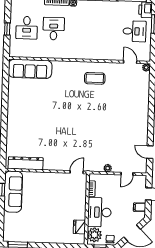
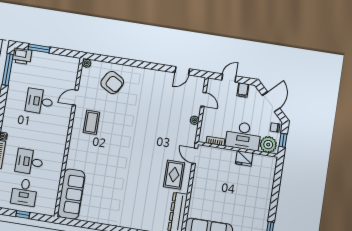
desk: (27, 28) -> (24, 192), turned 90
desk: (135, 31) -> (39, 101), moved, turned -90
door: (130, 62) -> (75, 98), moved
armchair: (132, 92) -> (112, 82), added
rug: (58, 156) -> (174, 175), added
fridge: (79, 227) -> (244, 158), moved

